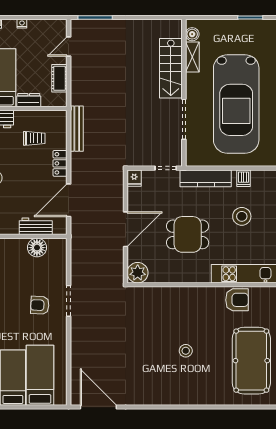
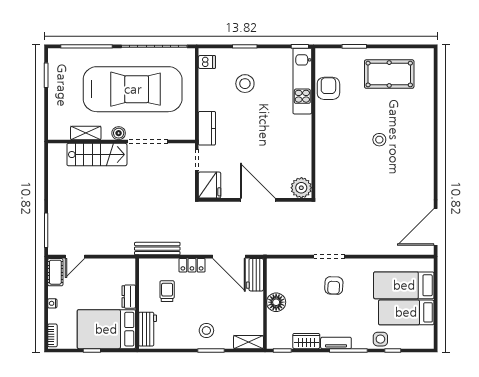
boiler: (192, 34) -> (119, 133), moved
door: (69, 46) -> (75, 257), hinge flipped
cot: (59, 78) -> (55, 272), moved, turned 90
fridge: (134, 178) -> (210, 185), width x1.88, depth x1.34
kitchen counter: (206, 178) -> (207, 128), width x0.67
dishwasher: (244, 178) -> (207, 62), moved
workbench: (36, 226) -> (255, 275), moved
dining table: (188, 234) -> (263, 138), removed
floor lamp: (37, 248) -> (276, 302), moved
pool table: (251, 361) -> (389, 74), width x0.73, depth x0.76

